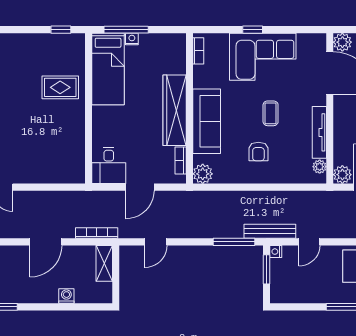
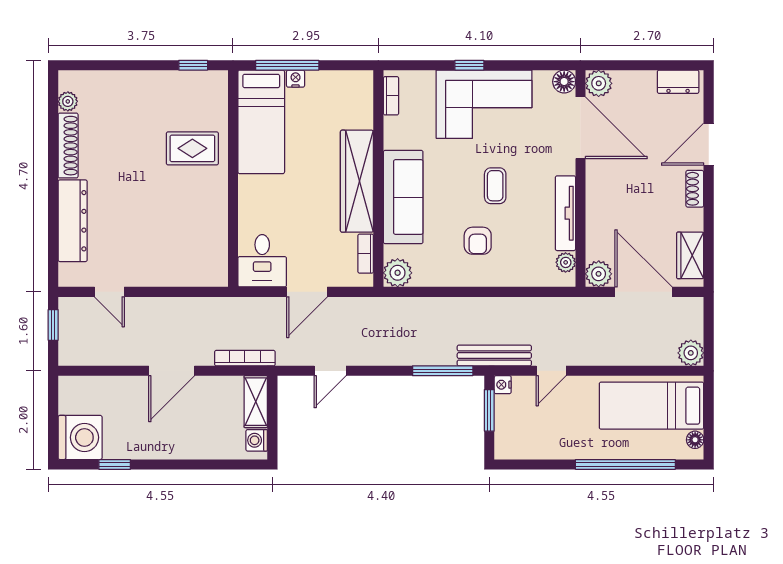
floor lamp: (318, 41) -> (564, 82), added
washing machine: (66, 296) -> (257, 440), moved, turned -90

